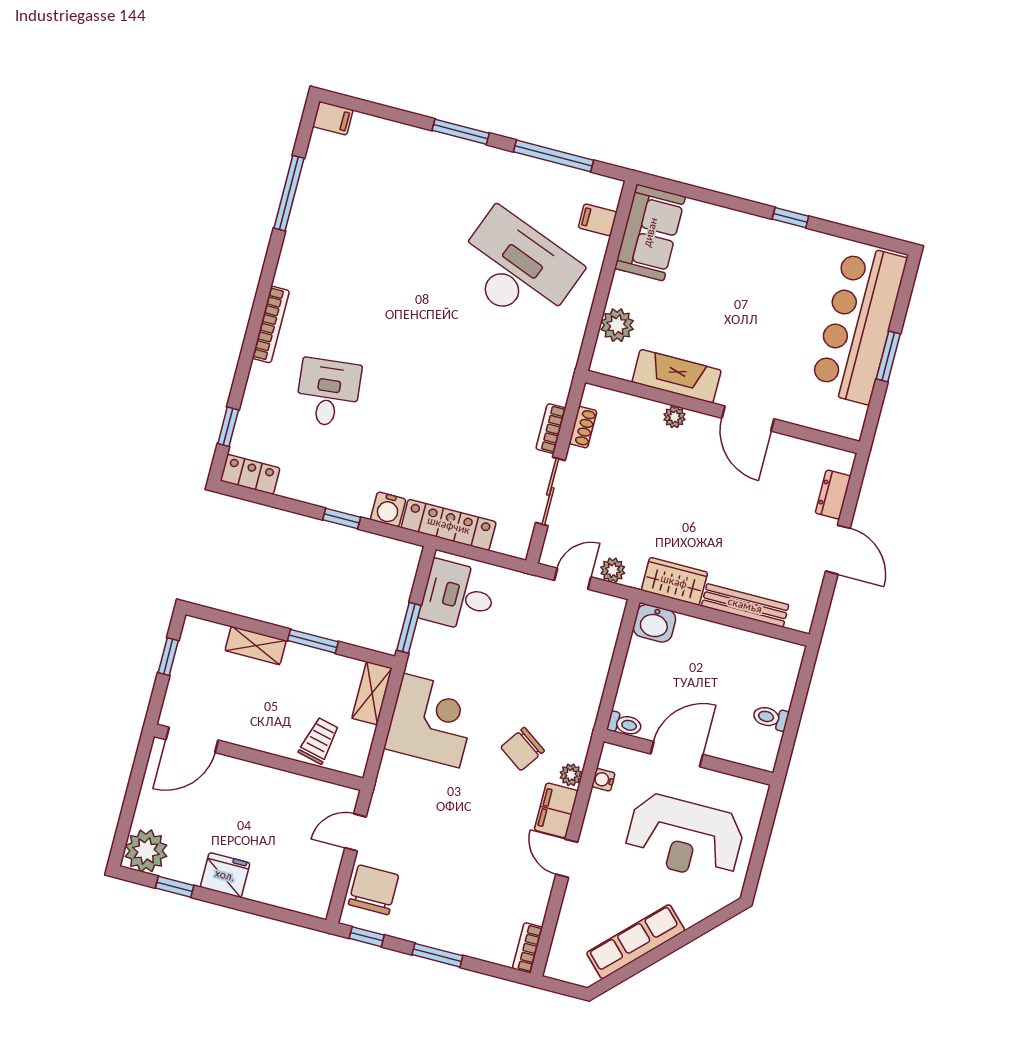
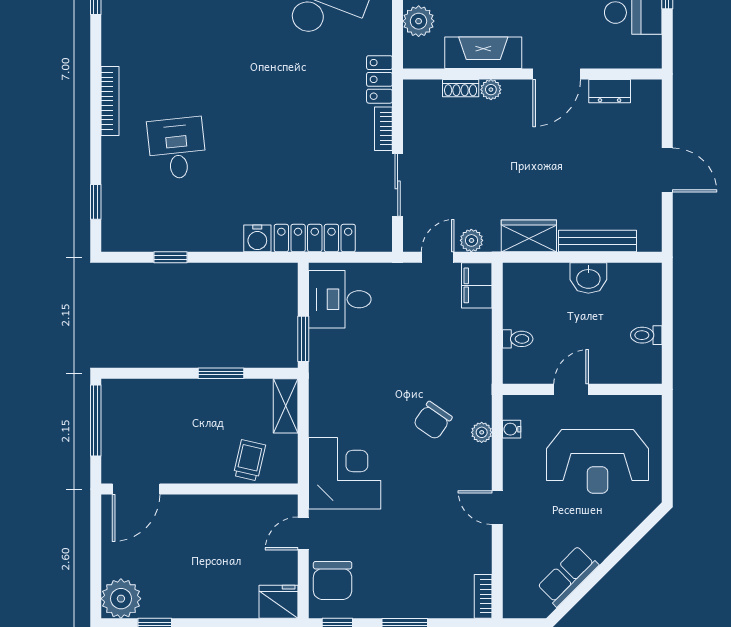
door: (748, 418) -> (557, 74), hinge flipped
shoe rack: (583, 427) -> (461, 88), moved, turned 90
locker: (250, 474) -> (379, 79), moved, turned -90
dresser: (833, 495) -> (610, 91), moved, turned -90
window: (342, 519) -> (171, 257), moved
washbasin: (654, 623) -> (588, 278), moved
shelving: (256, 646) -> (171, 390), removed
window: (168, 657) -> (96, 420), width x2.17
corner desk: (431, 721) -> (345, 473), moved
toilet: (625, 724) -> (518, 339), moved
door: (677, 754) -> (571, 389), width x0.73
filing cabinet: (556, 810) -> (477, 285), moved
fridge: (225, 875) -> (278, 602), moved
chair: (373, 890) -> (333, 581), turned 180
row of seats: (636, 942) -> (568, 576), width x0.68

